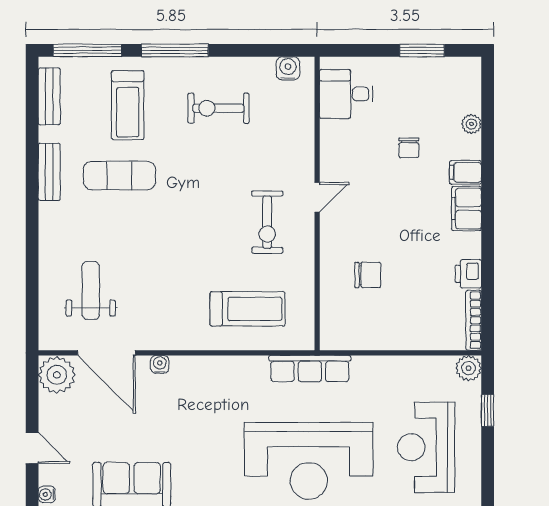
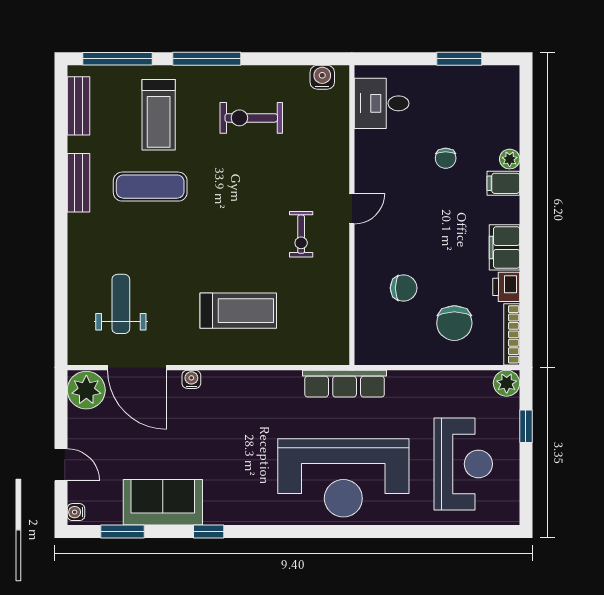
plant: (471, 124) -> (510, 159), moved
filing cabinet: (466, 208) -> (504, 247), moved
exercise bike: (267, 222) -> (301, 234), width x0.73, depth x0.72
treadmill: (247, 309) -> (238, 311), moved
chair: (417, 309) -> (454, 323), added
reception desk: (426, 447) -> (463, 464), turned 180

